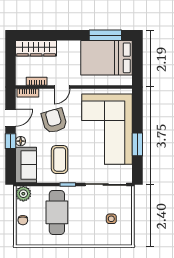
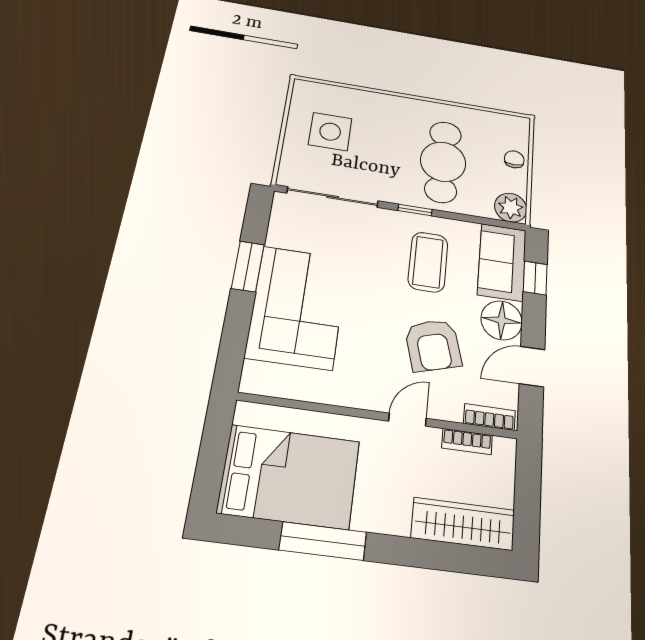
window: (105, 35) -> (323, 541), moved
corner sofa: (107, 129) -> (297, 307), width x0.73, depth x0.74
window: (11, 141) -> (535, 278), moved
floor lamp: (21, 141) -> (502, 320), width x1.89, depth x1.89
side table: (111, 219) -> (330, 132), width x1.87, depth x1.87

